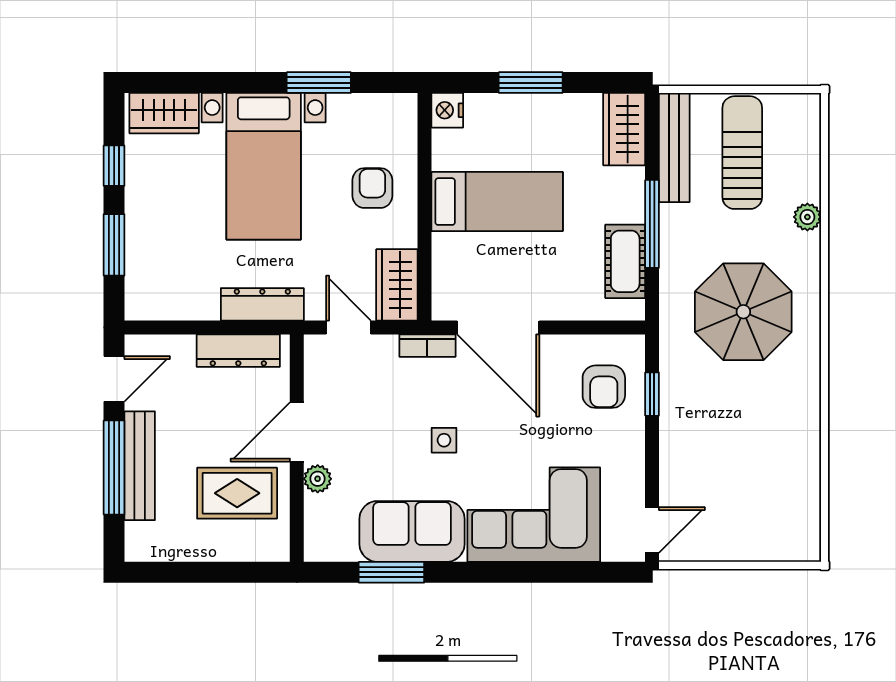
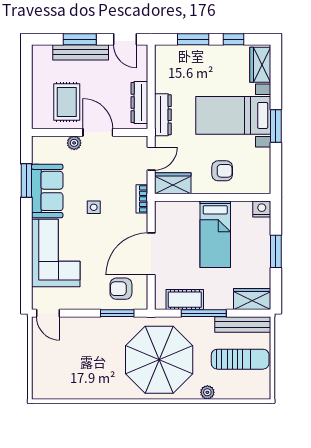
window: (319, 83) -> (276, 126), moved
parasol: (743, 312) -> (159, 360), width x1.36, depth x1.36
door: (498, 327) -> (151, 254), moved
window: (652, 394) -> (117, 313), width x1.50
window: (114, 468) -> (80, 39), width x0.69

